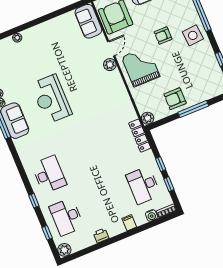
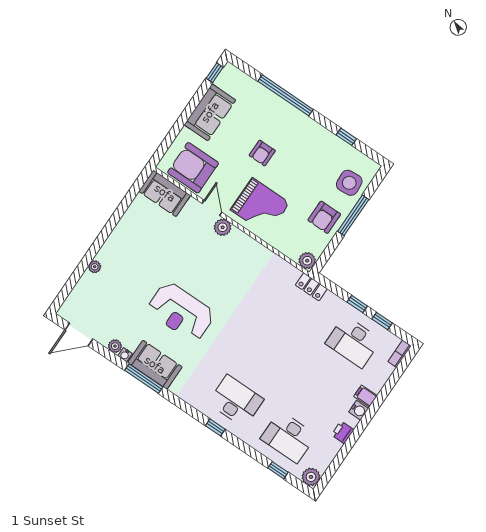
side table: (193, 35) -> (349, 183), moved
grand piano: (141, 67) -> (260, 206), turned 180
locker: (140, 136) -> (311, 287), width x0.66
window: (34, 201) -> (215, 427), moved
water cooler: (151, 215) -> (359, 410), moved

